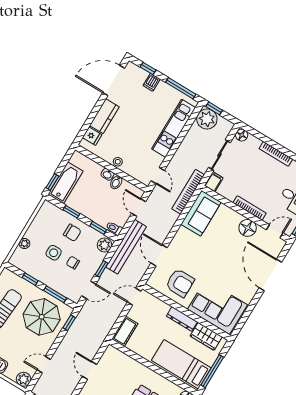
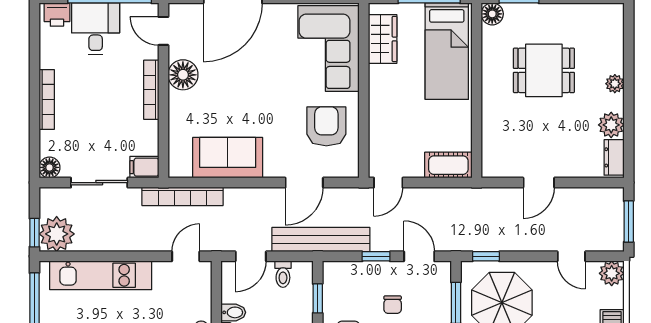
sofa: (201, 213) -> (228, 158), moved
toilet: (114, 228) -> (283, 274), moved
plant: (105, 245) -> (338, 273), removed
door: (134, 297) -> (388, 183), hinge flipped
dresser: (182, 319) -> (378, 91), removed

